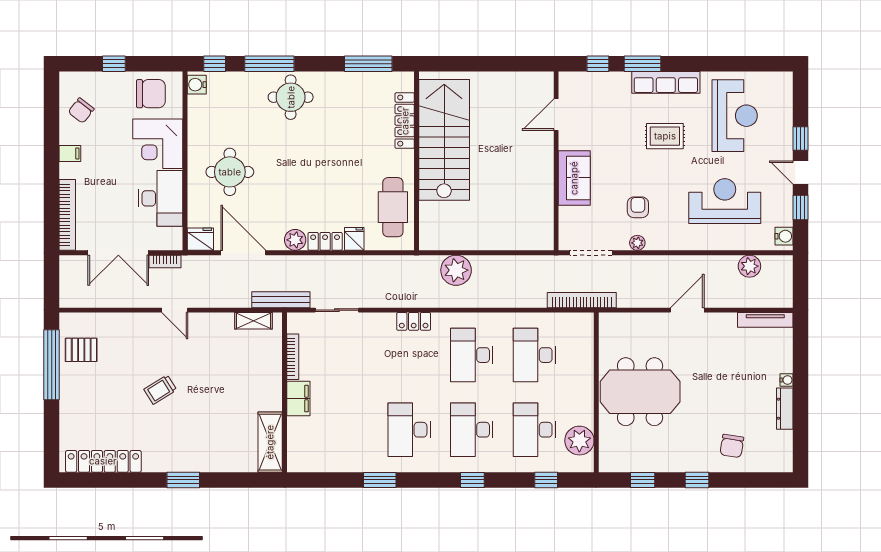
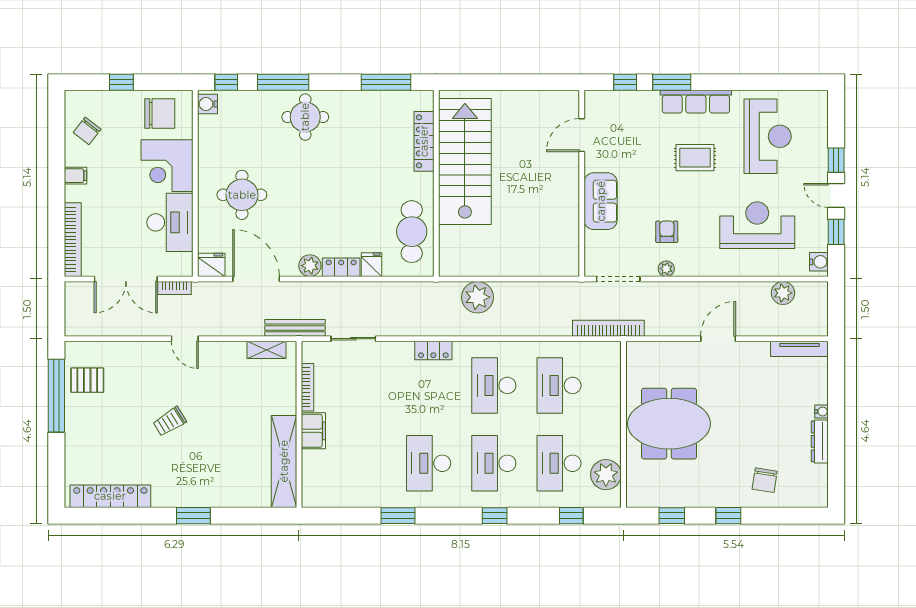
shelving: (270, 442) -> (284, 461), width x1.47

